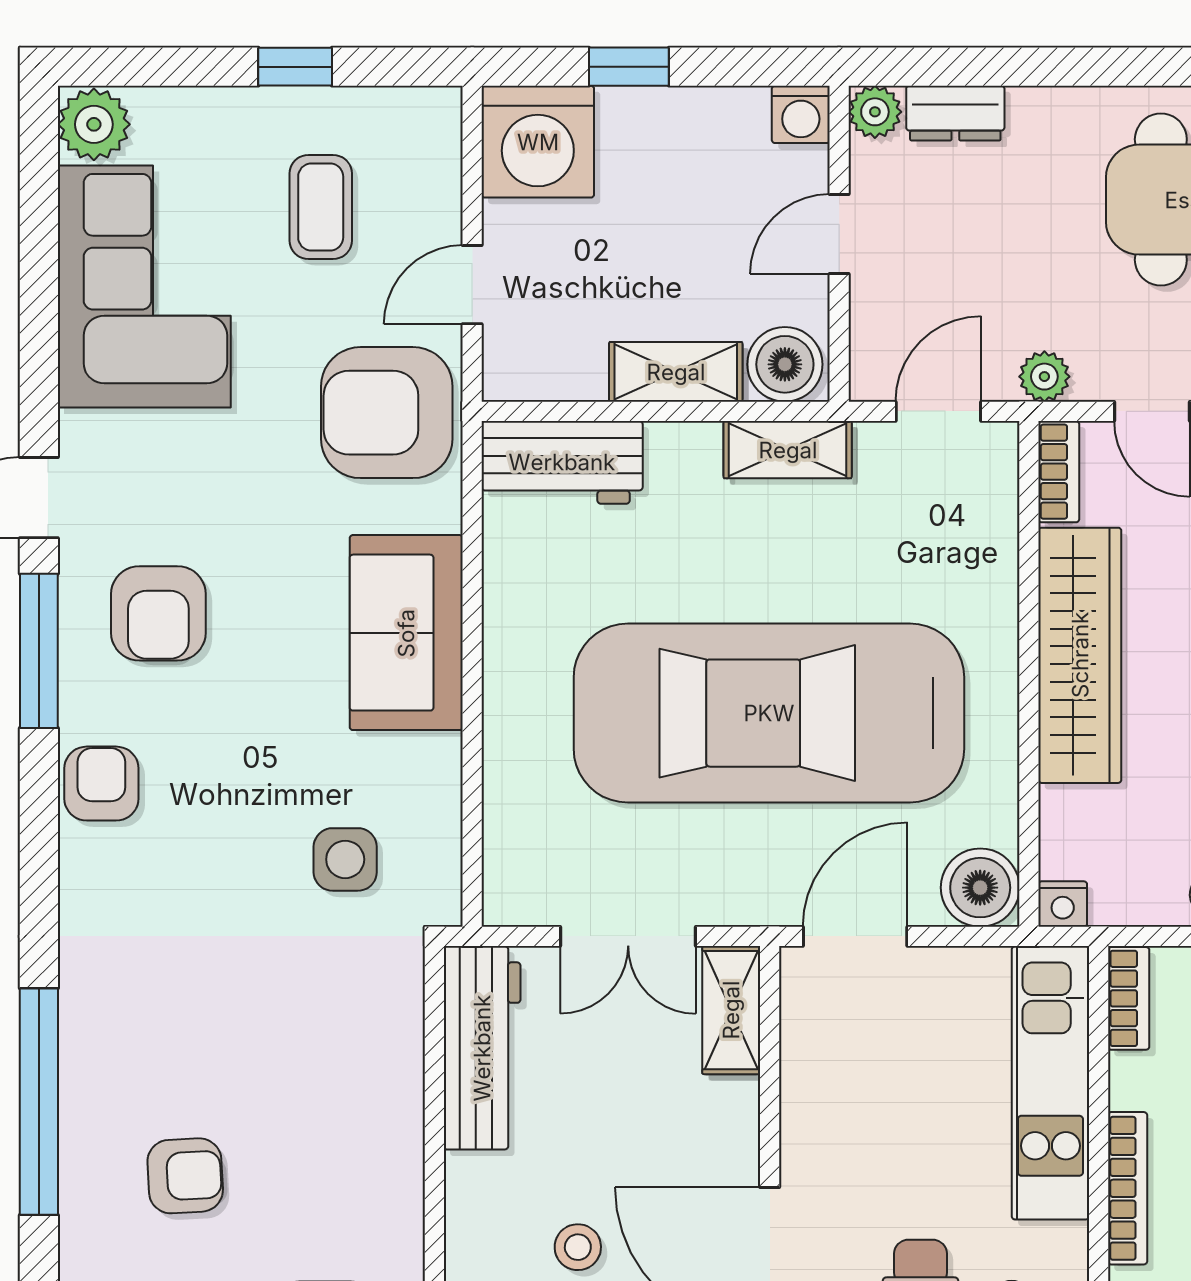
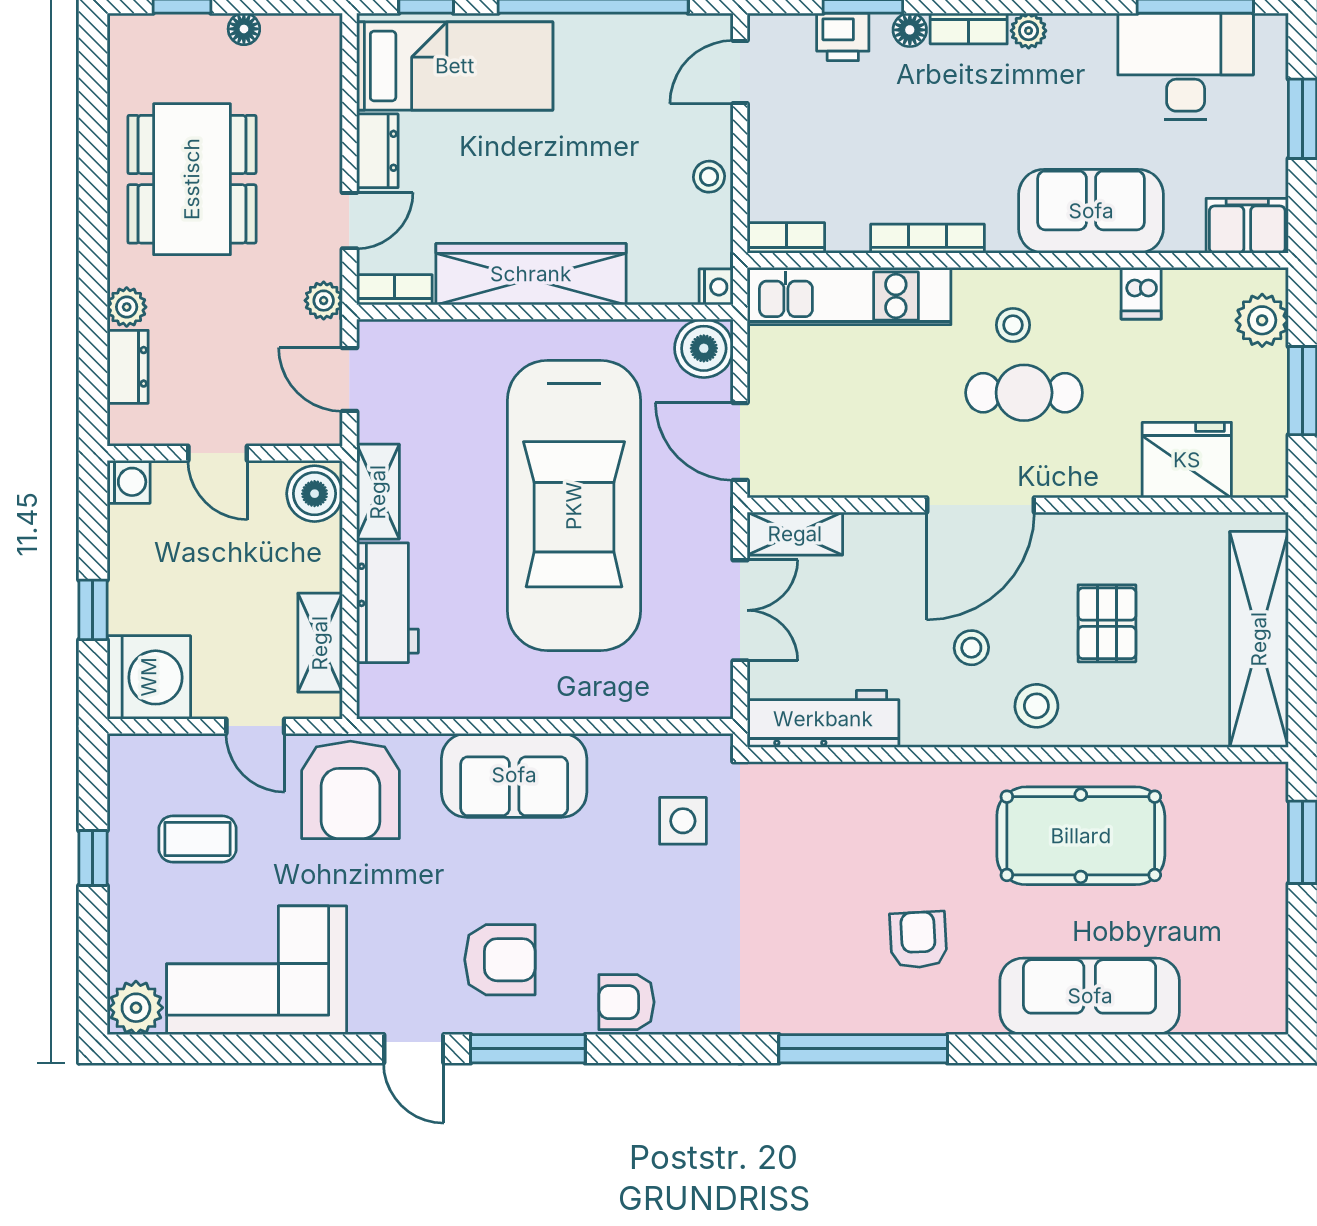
plant: (875, 112) -> (127, 307), moved
shelving: (676, 372) -> (320, 643), moved
workbench: (562, 462) -> (387, 603), moved

